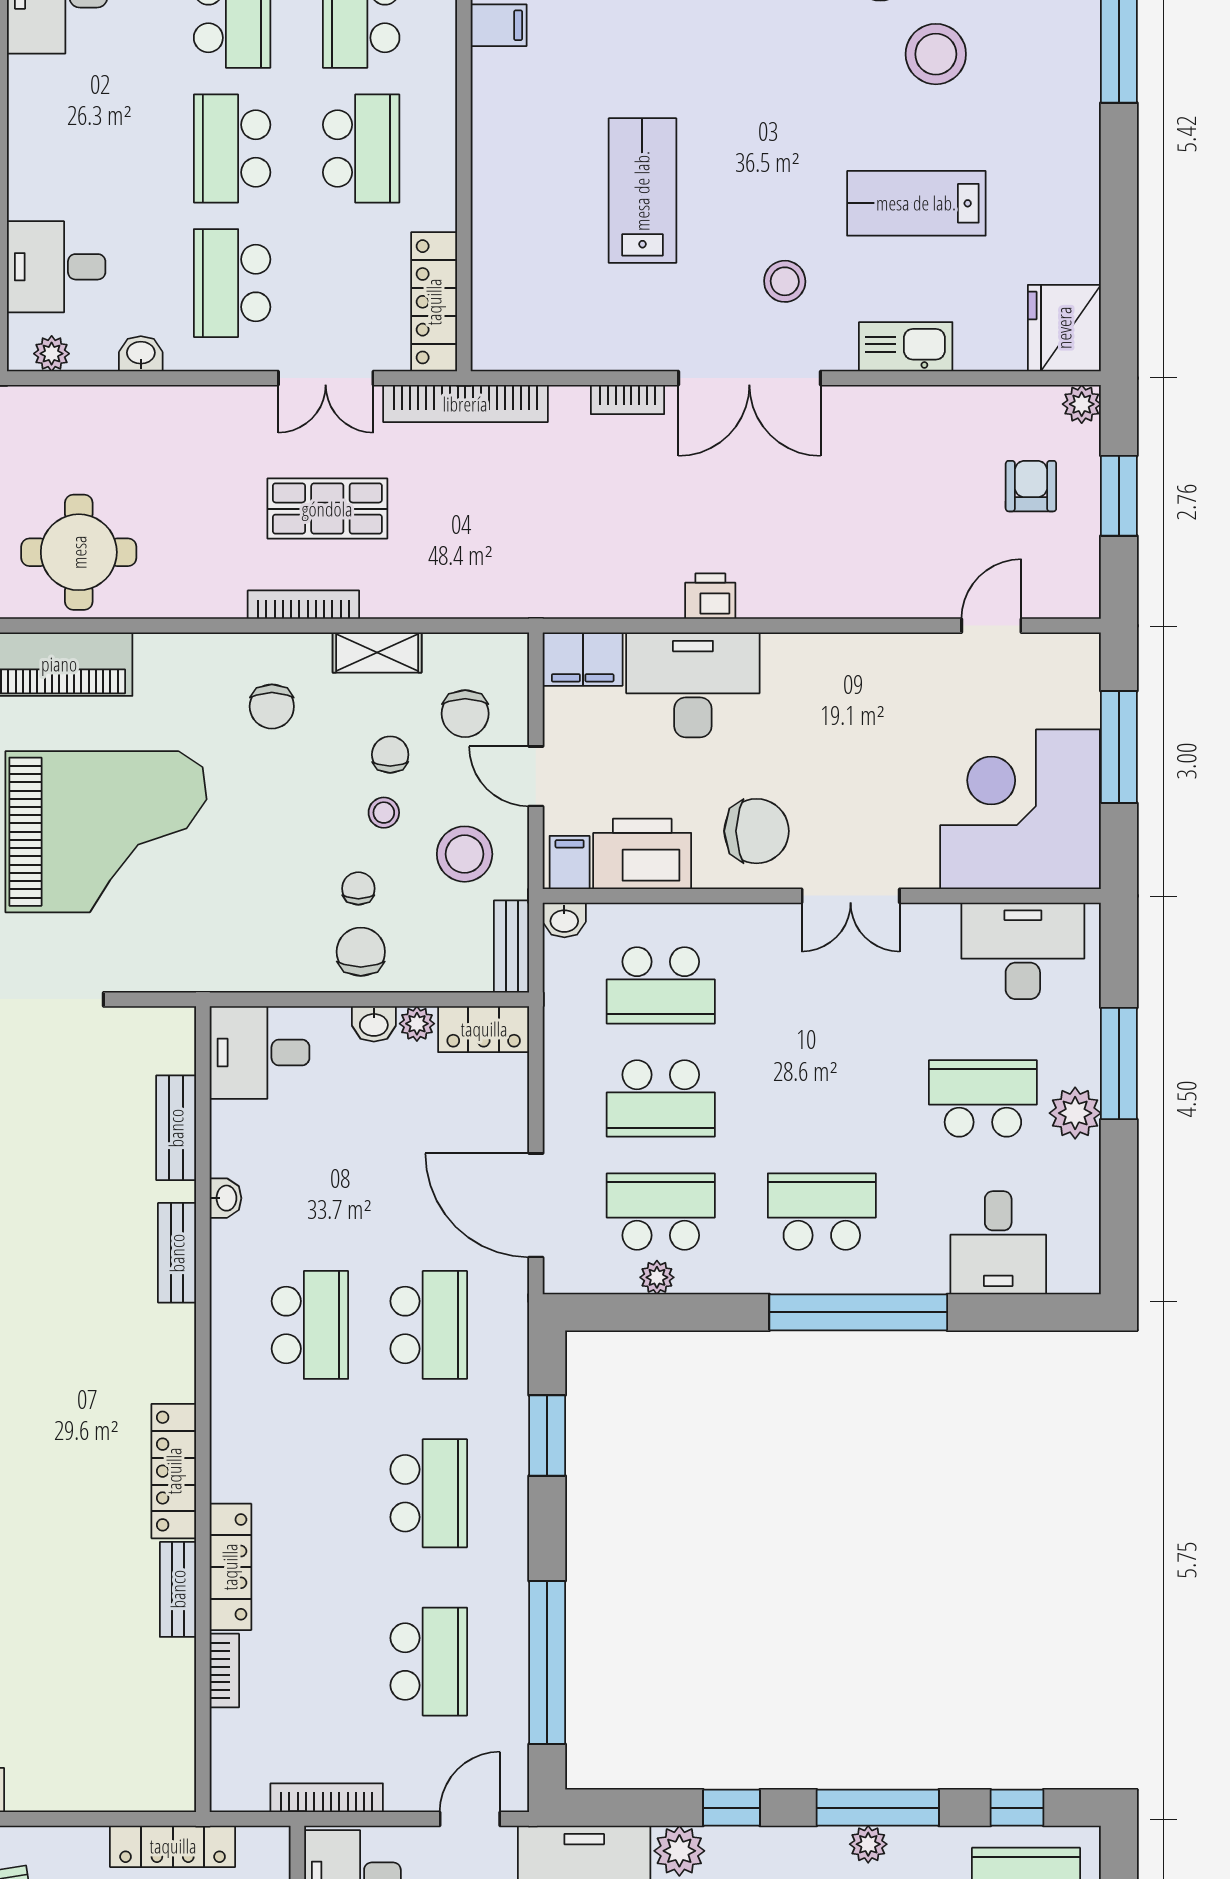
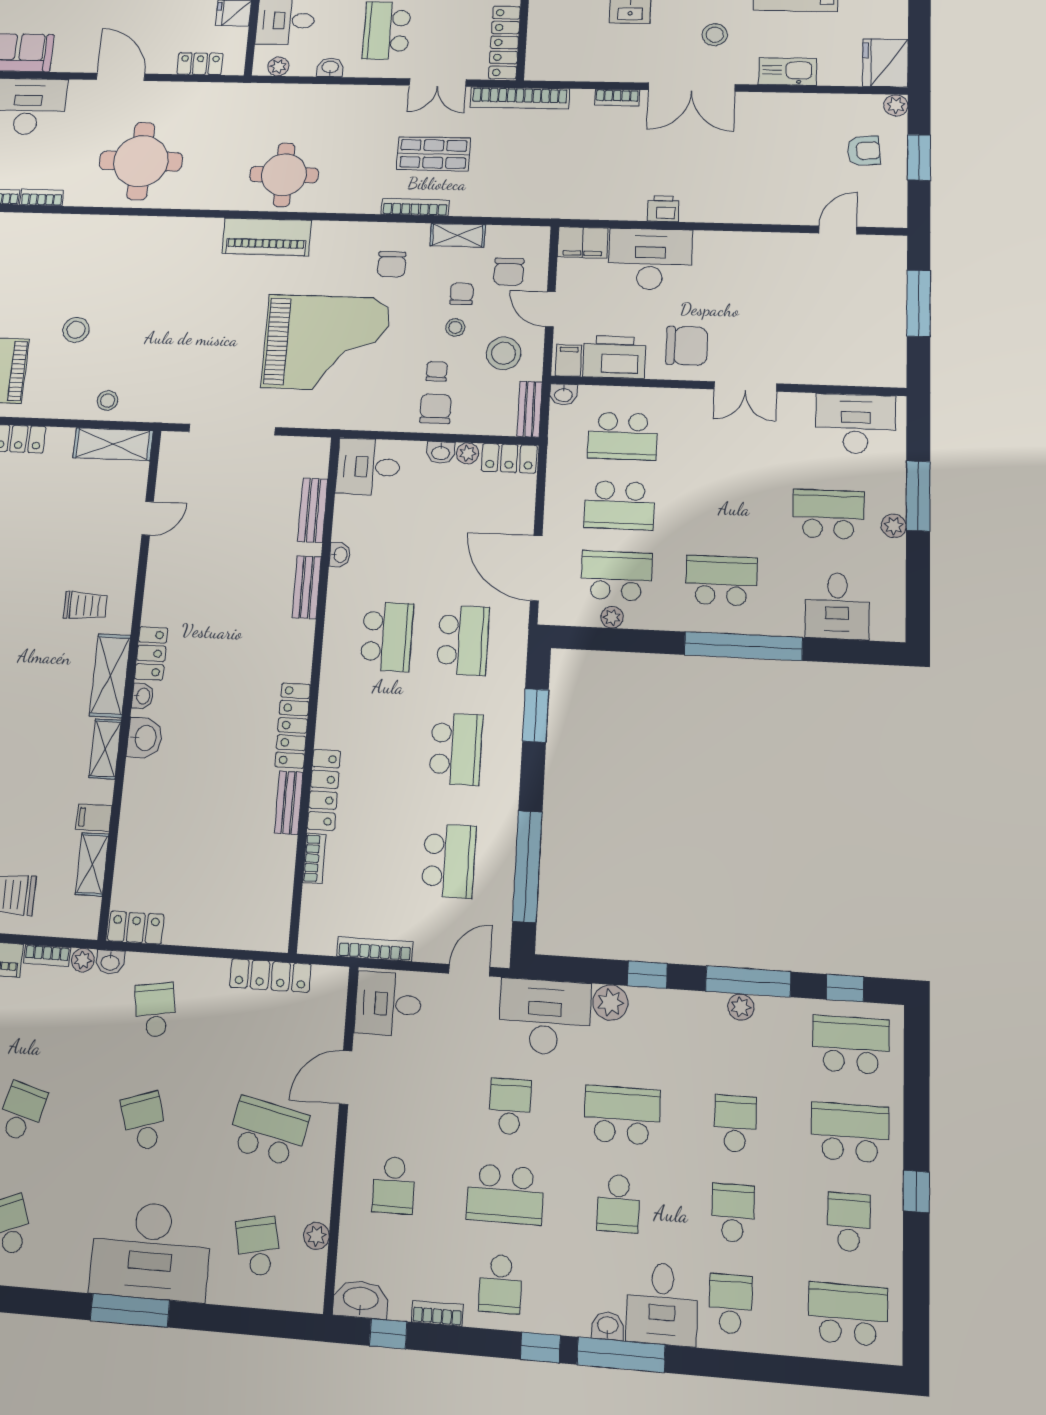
armchair: (1031, 486) -> (864, 151), turned 85
corner desk: (1020, 809) -> (855, 338), removed
grand piano: (106, 832) -> (326, 343), moved
plant: (1075, 1113) -> (894, 526), width x0.73, depth x0.73

